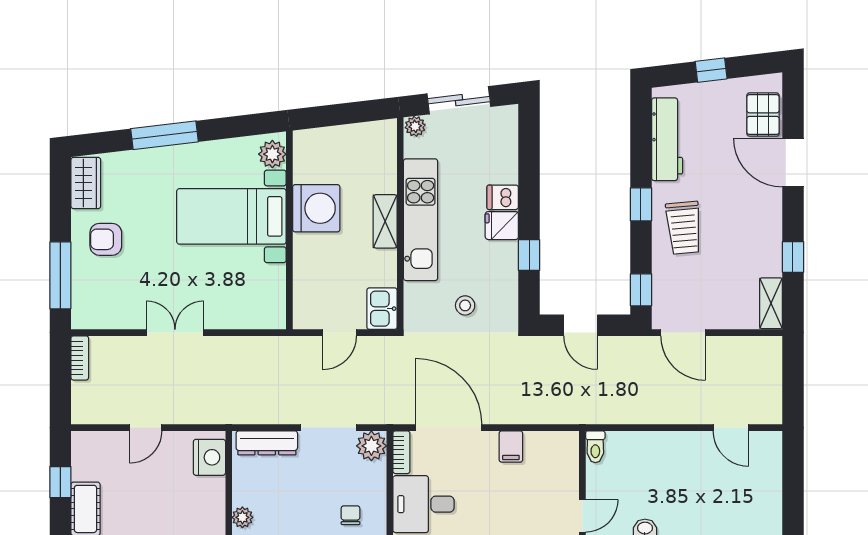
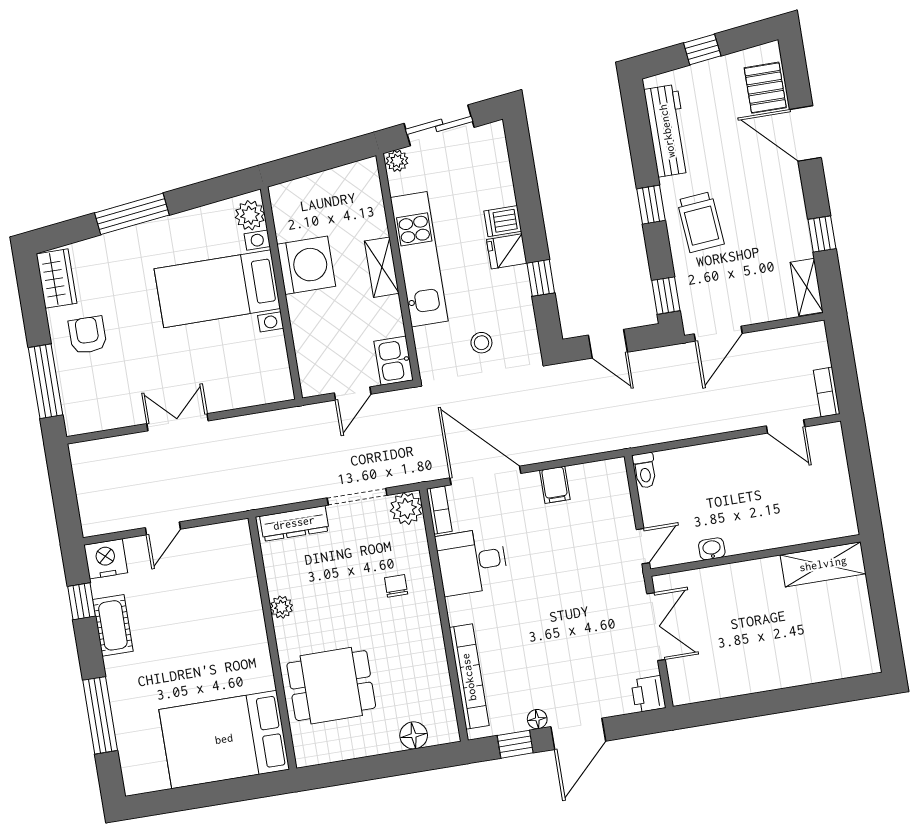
armchair: (106, 239) -> (88, 335), turned 90
door: (683, 333) -> (718, 334), hinge flipped
bookcase: (80, 358) -> (827, 392), moved, turned 180
nightstand: (209, 457) -> (106, 559), moved, turned -90

